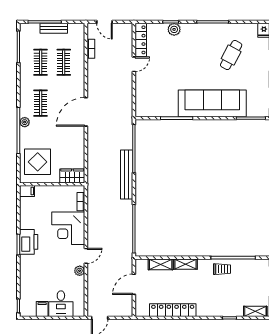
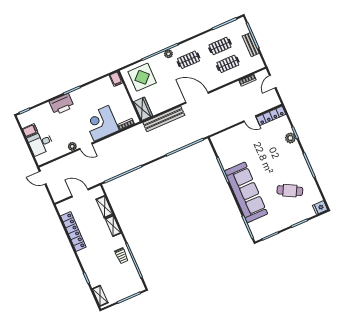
bench: (127, 174) -> (164, 119), moved
printer: (29, 242) -> (62, 104), moved

